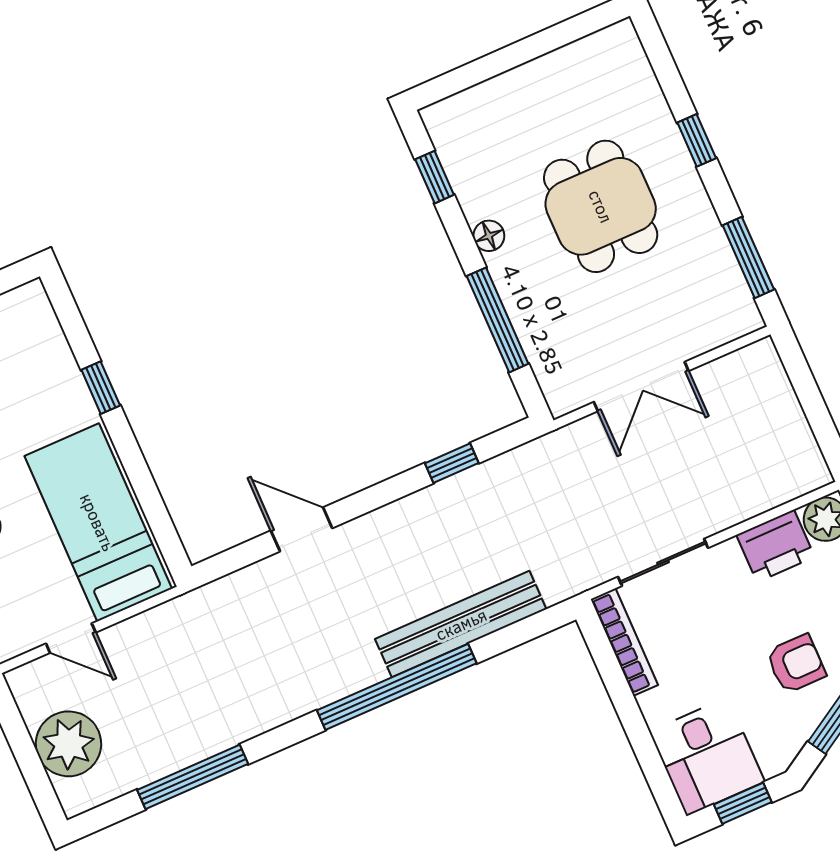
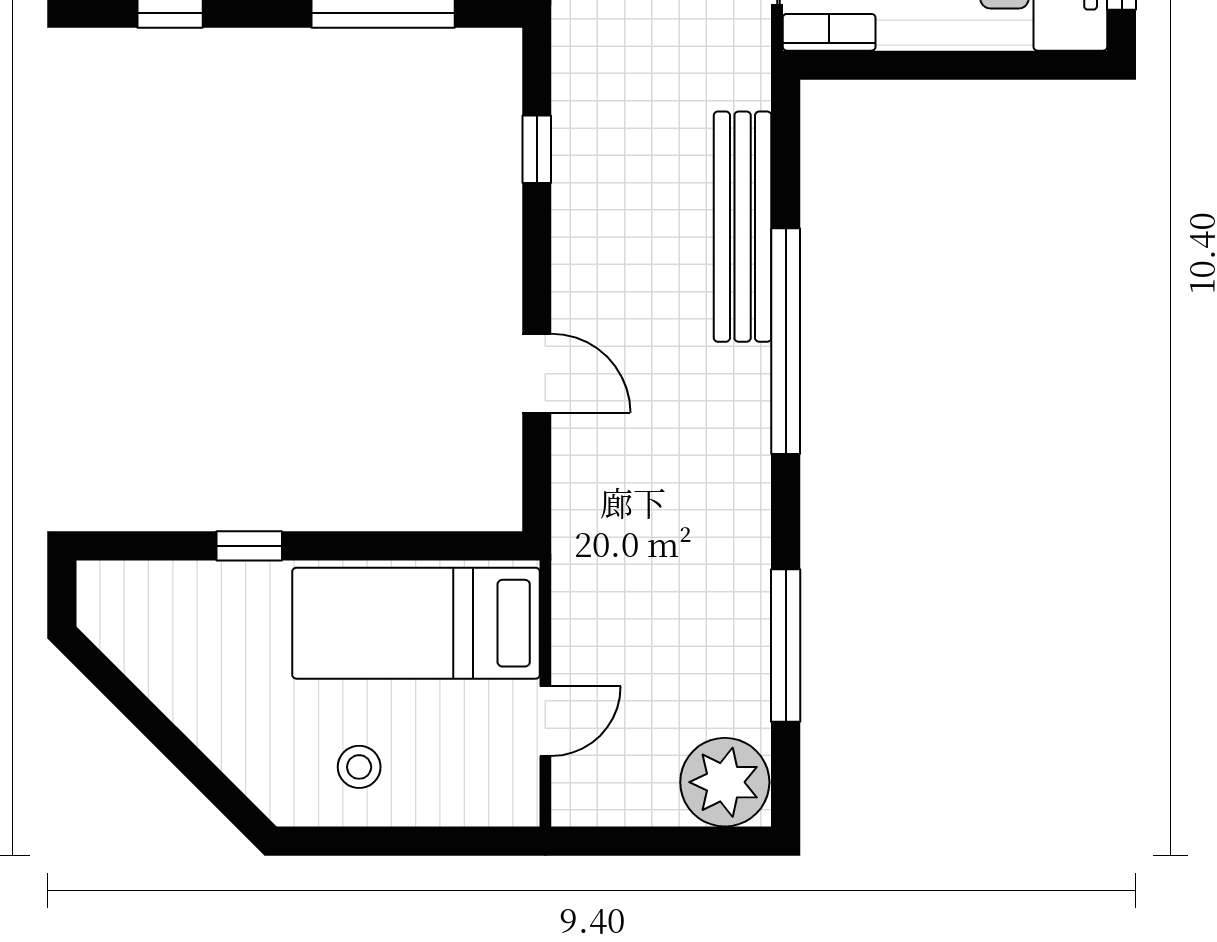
door: (302, 529) -> (537, 373), swing flipped
bookcase: (624, 642) -> (829, 32), width x0.64
plant: (68, 744) -> (725, 782), moved

